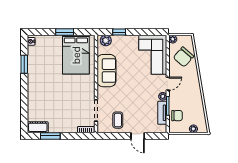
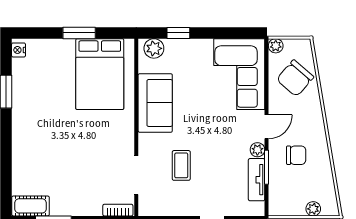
chair: (177, 116) -> (296, 155), moved
coffee table: (118, 120) -> (181, 165), moved

